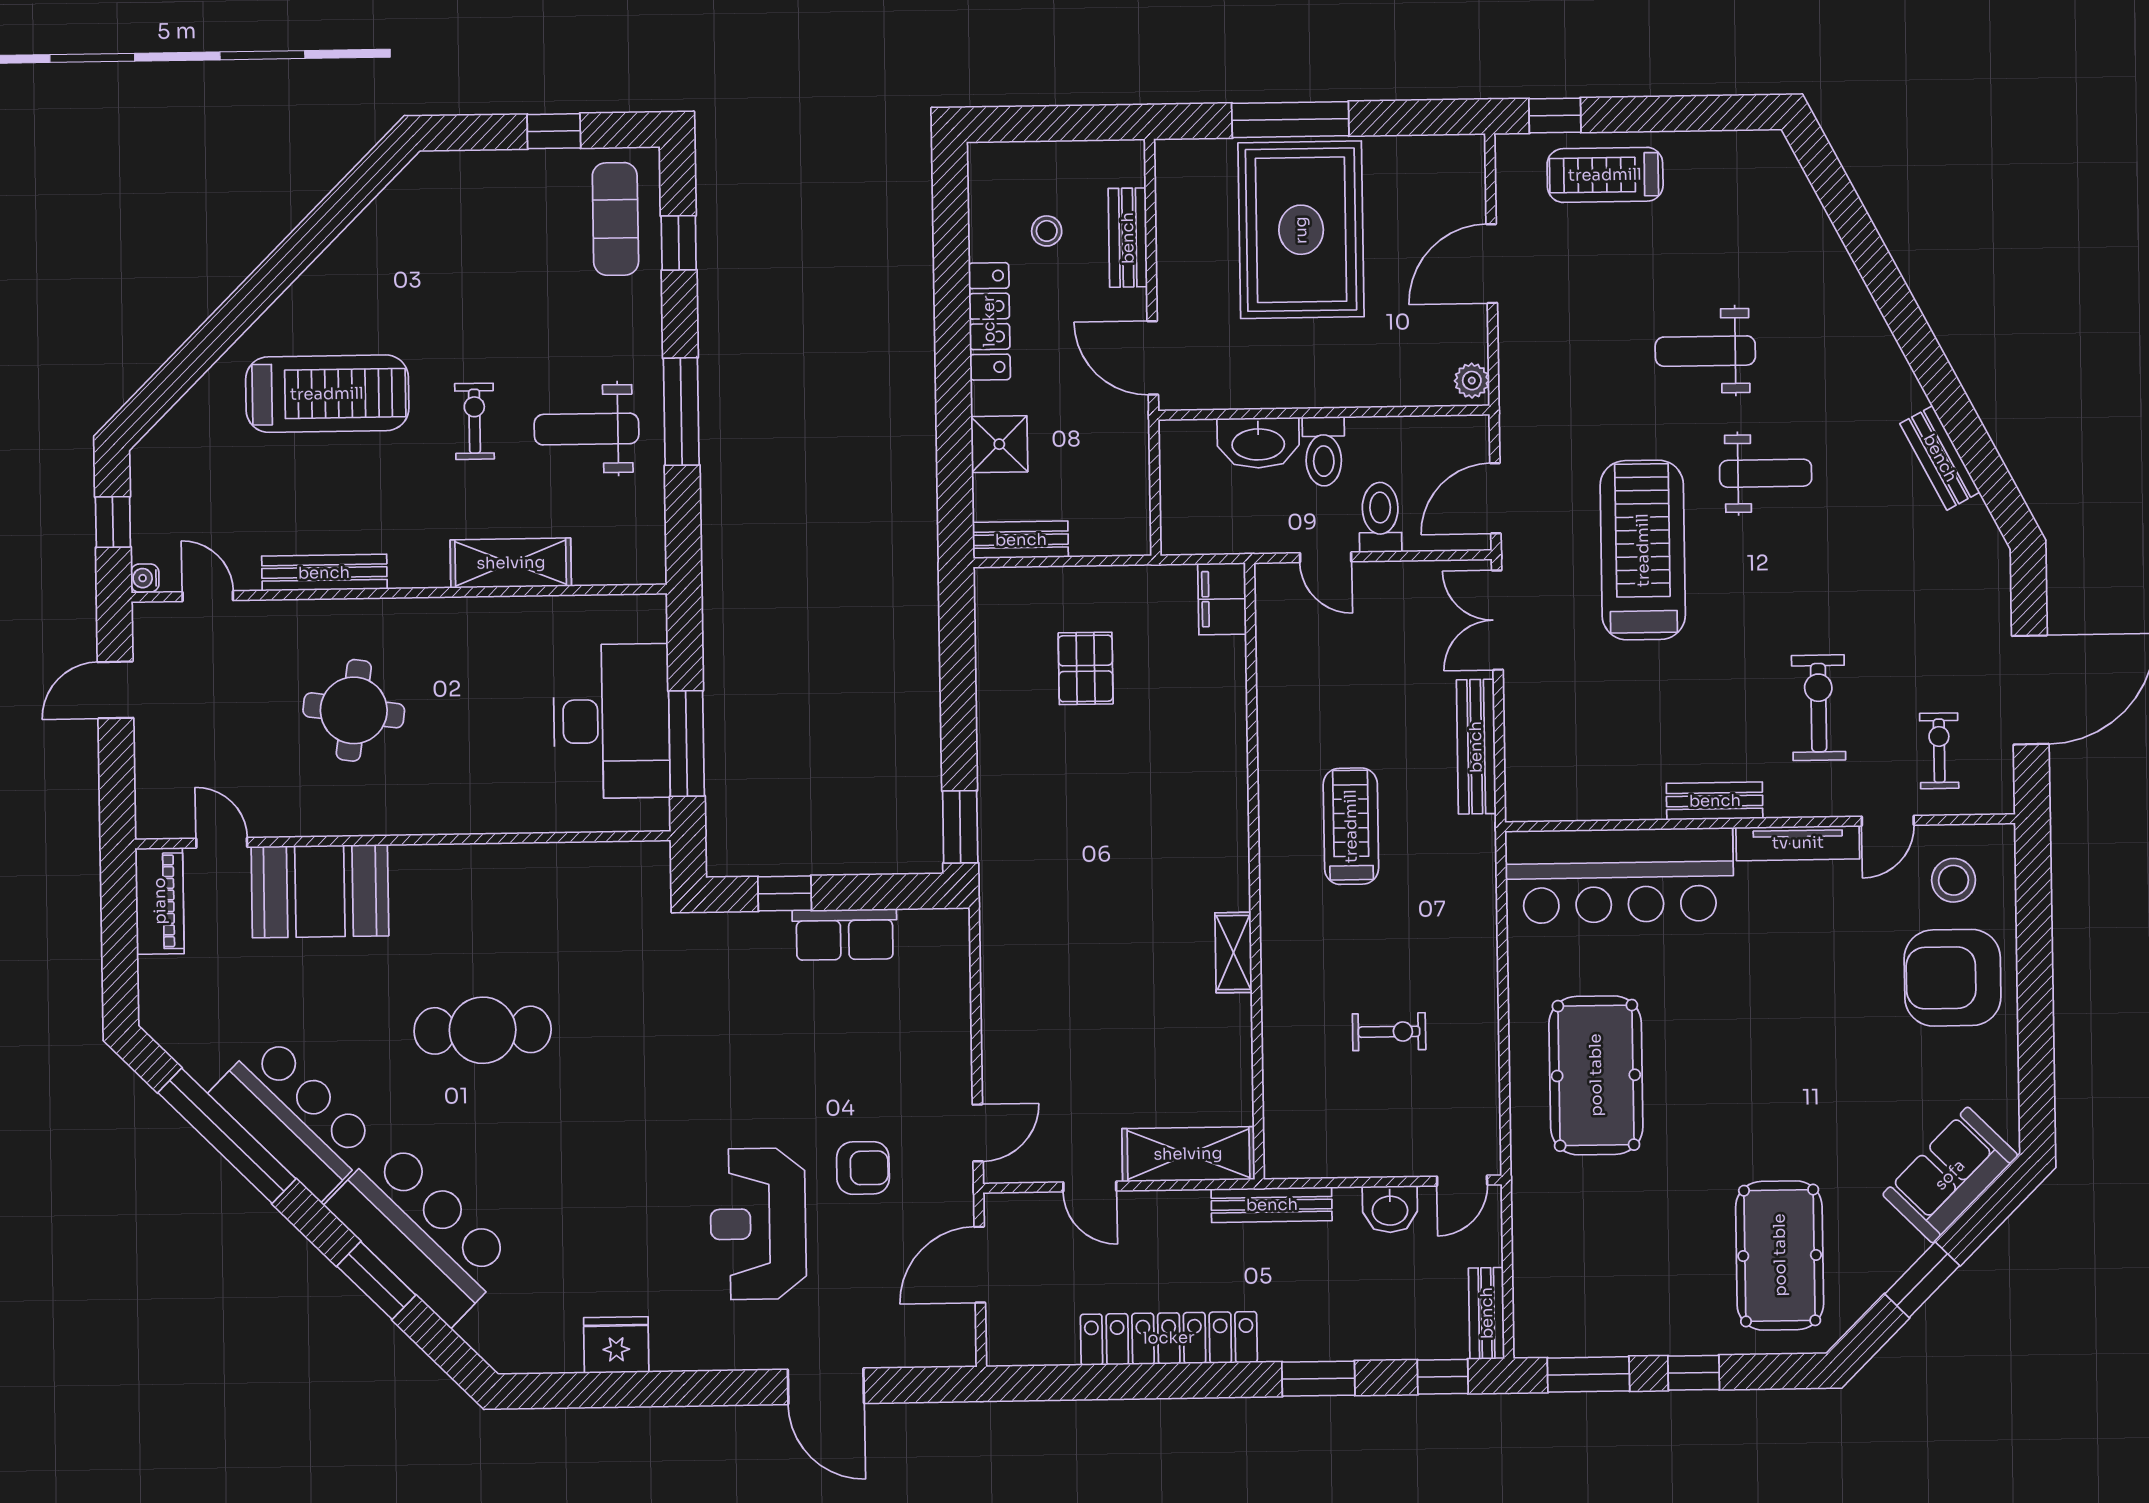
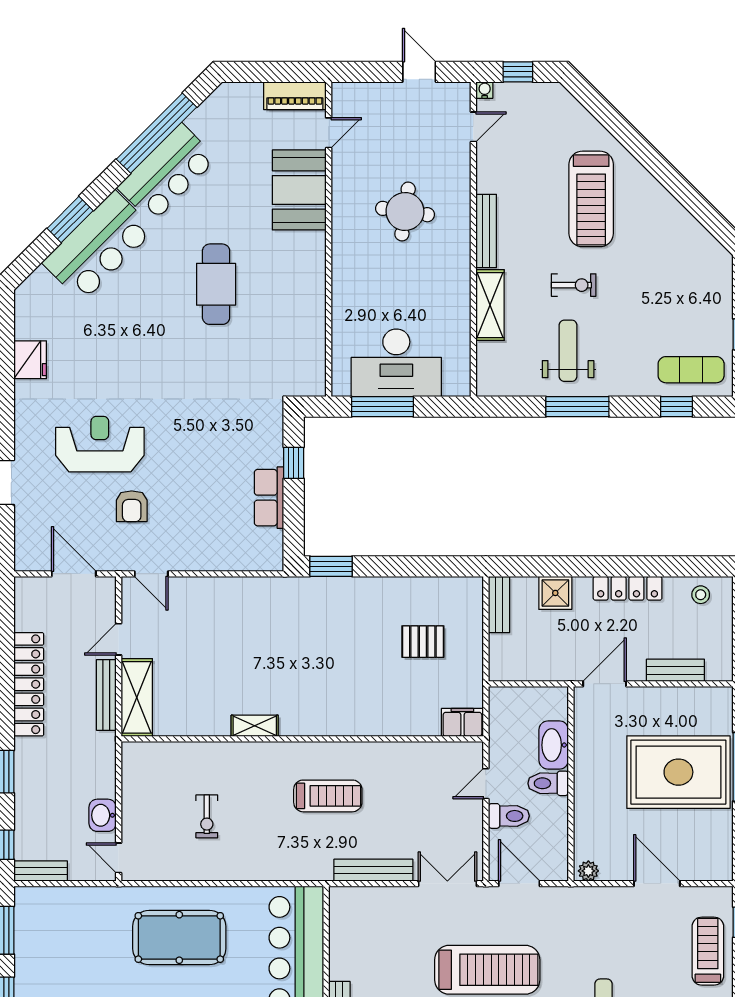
stool: (1047, 231) -> (701, 595), moved
bench: (324, 573) -> (486, 231), moved
bench: (1272, 1205) -> (106, 695), moved

